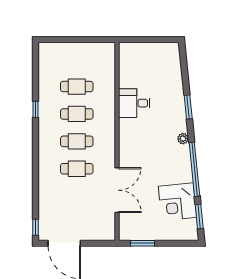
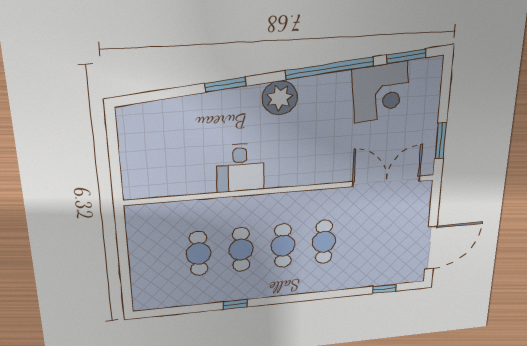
desk: (134, 103) -> (240, 168), moved
plant: (183, 139) -> (280, 98), width x1.88, depth x1.88
double door: (117, 190) -> (386, 181), moved
window: (35, 227) -> (384, 289), moved

